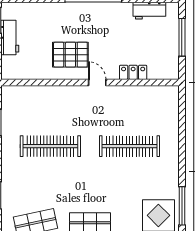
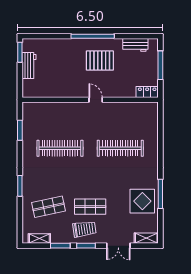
pallet: (70, 55) -> (100, 61), moved
locker: (133, 72) -> (147, 92), moved

